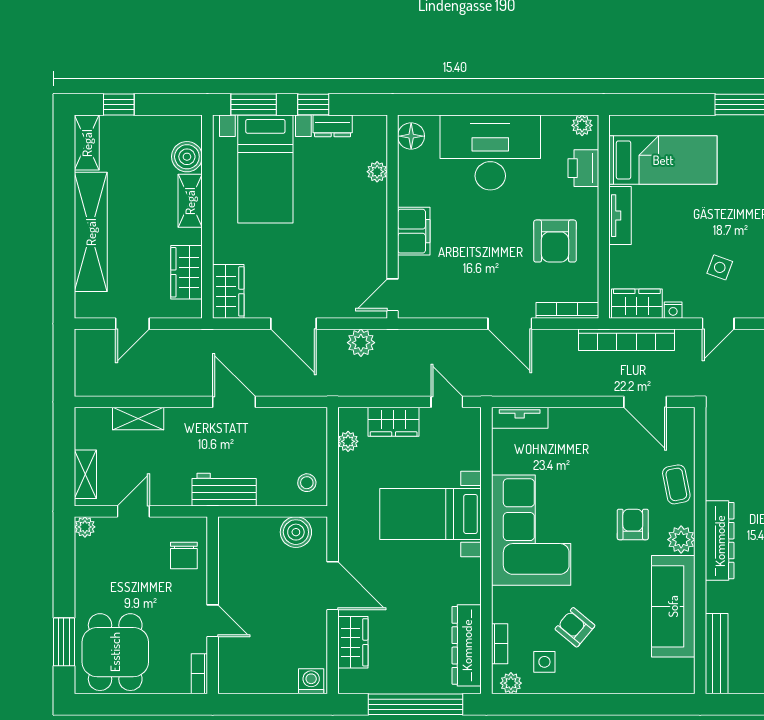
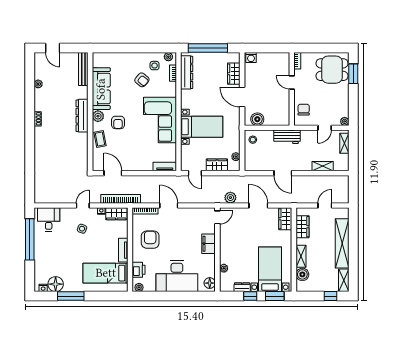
dining table: (115, 652) -> (332, 70), turned 90

